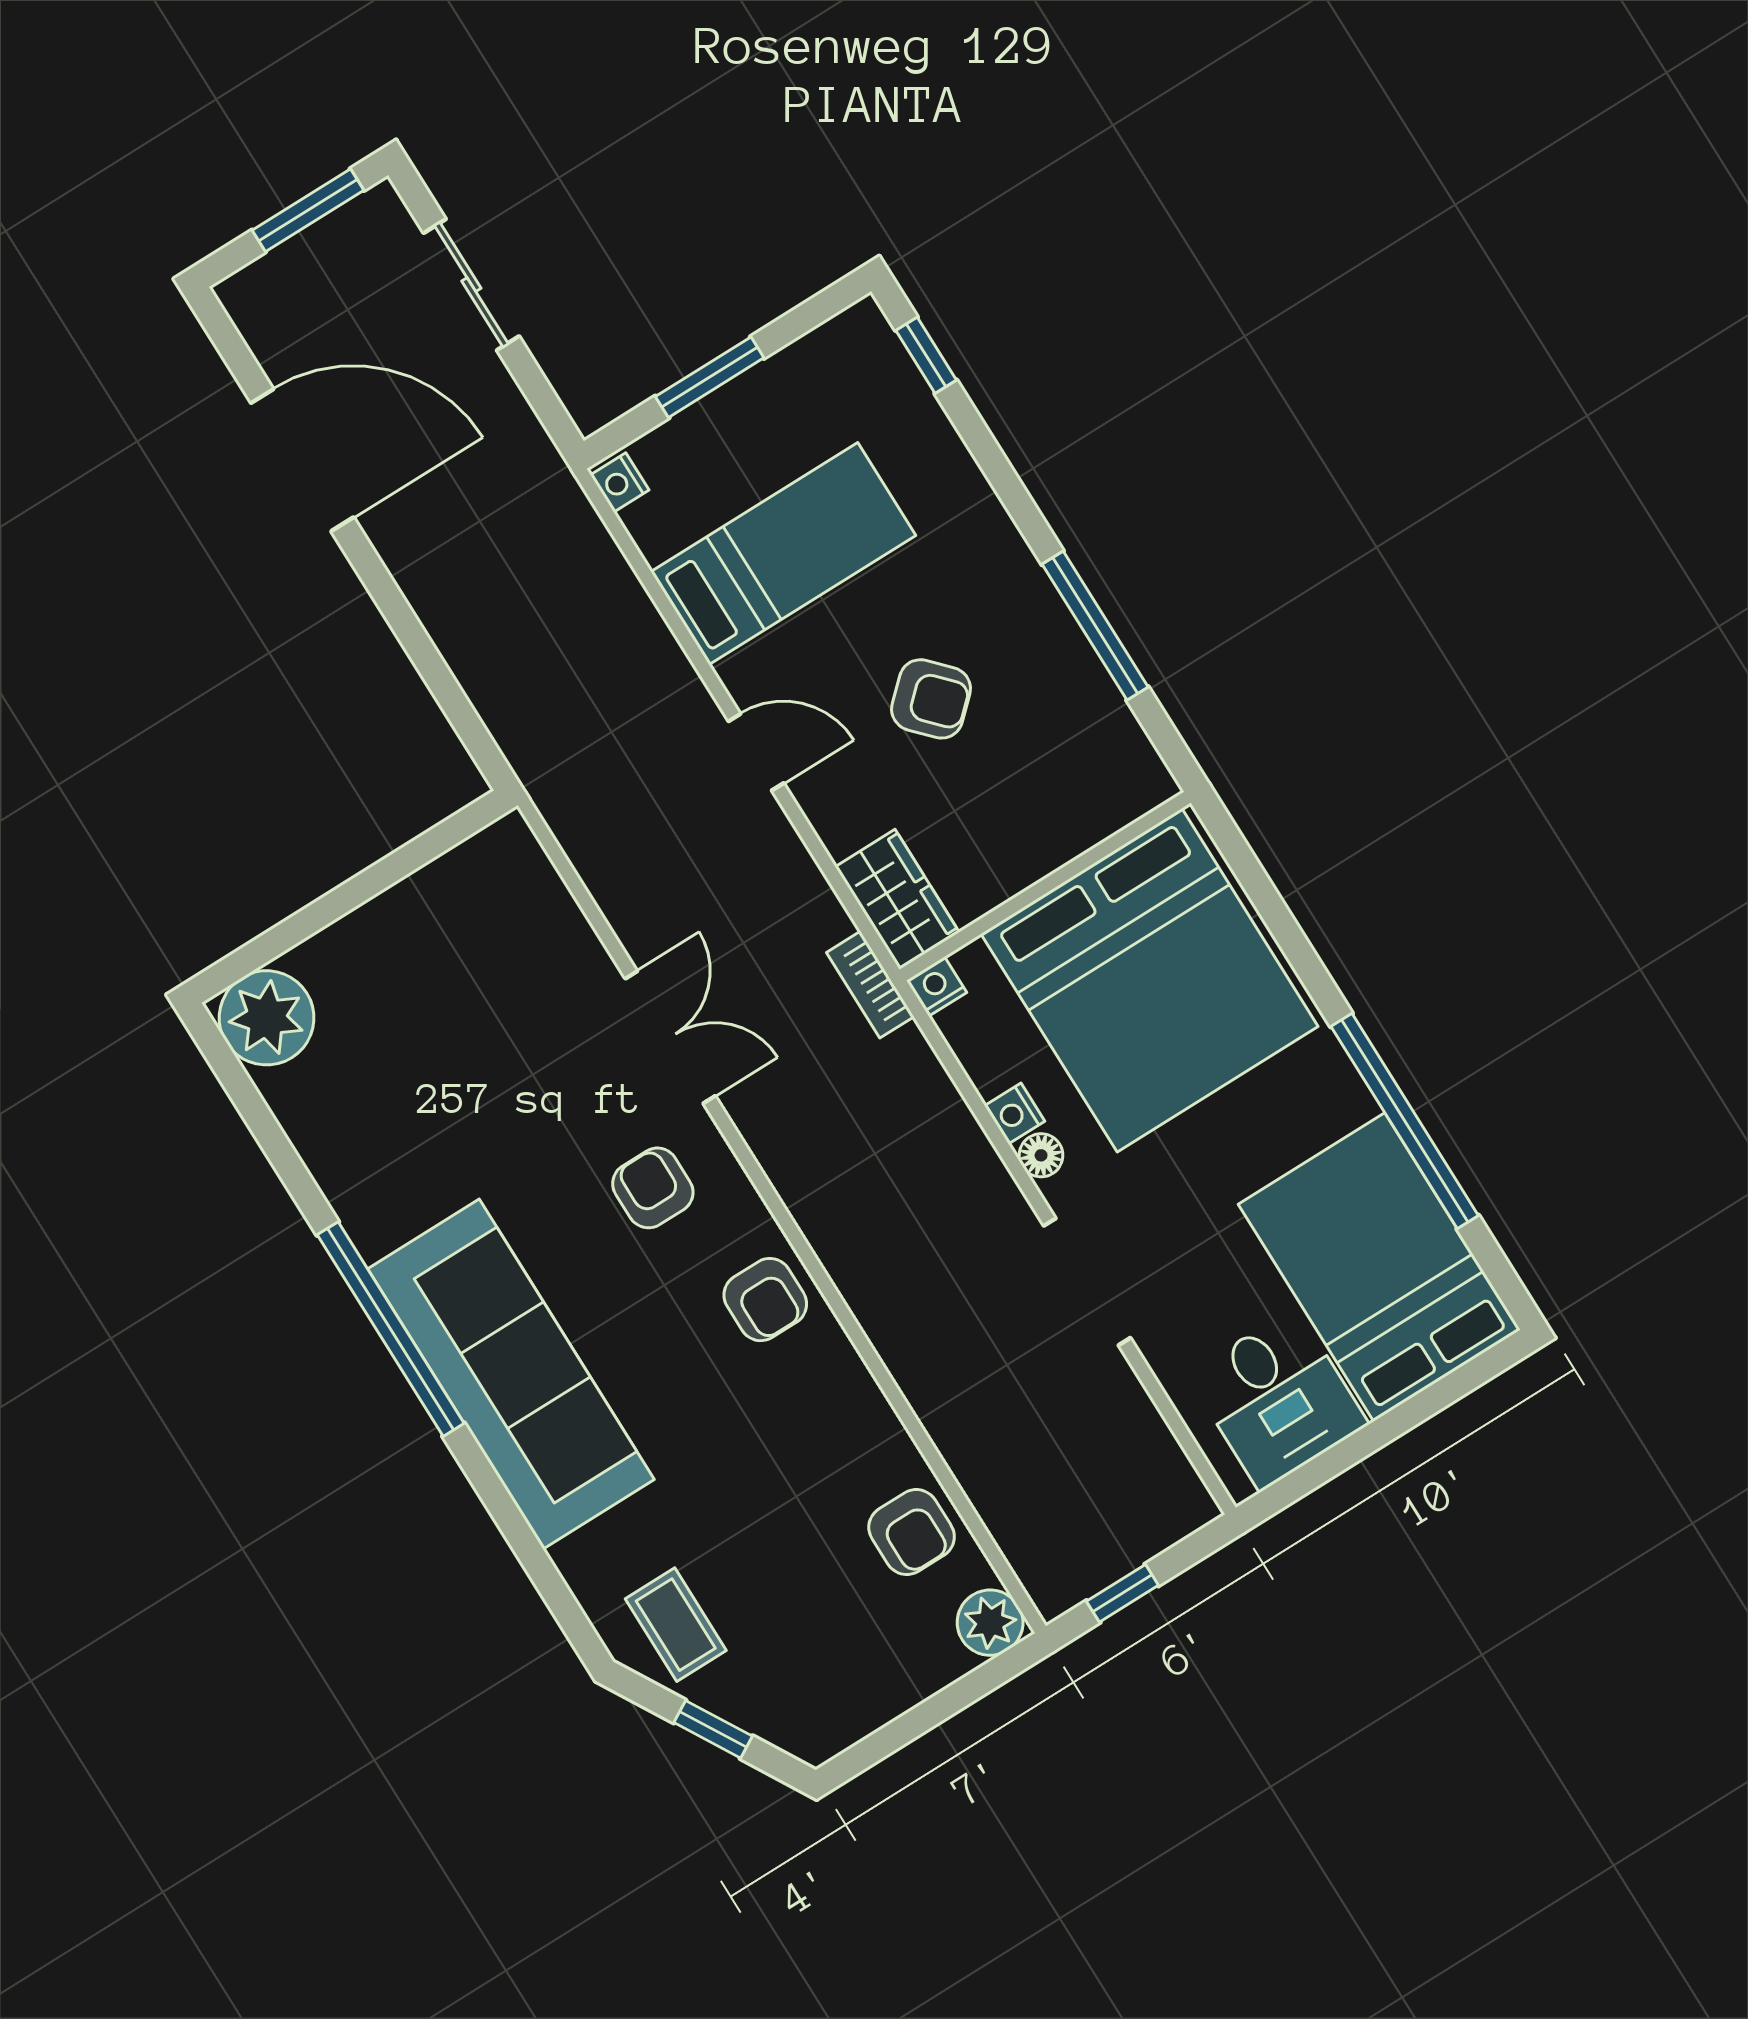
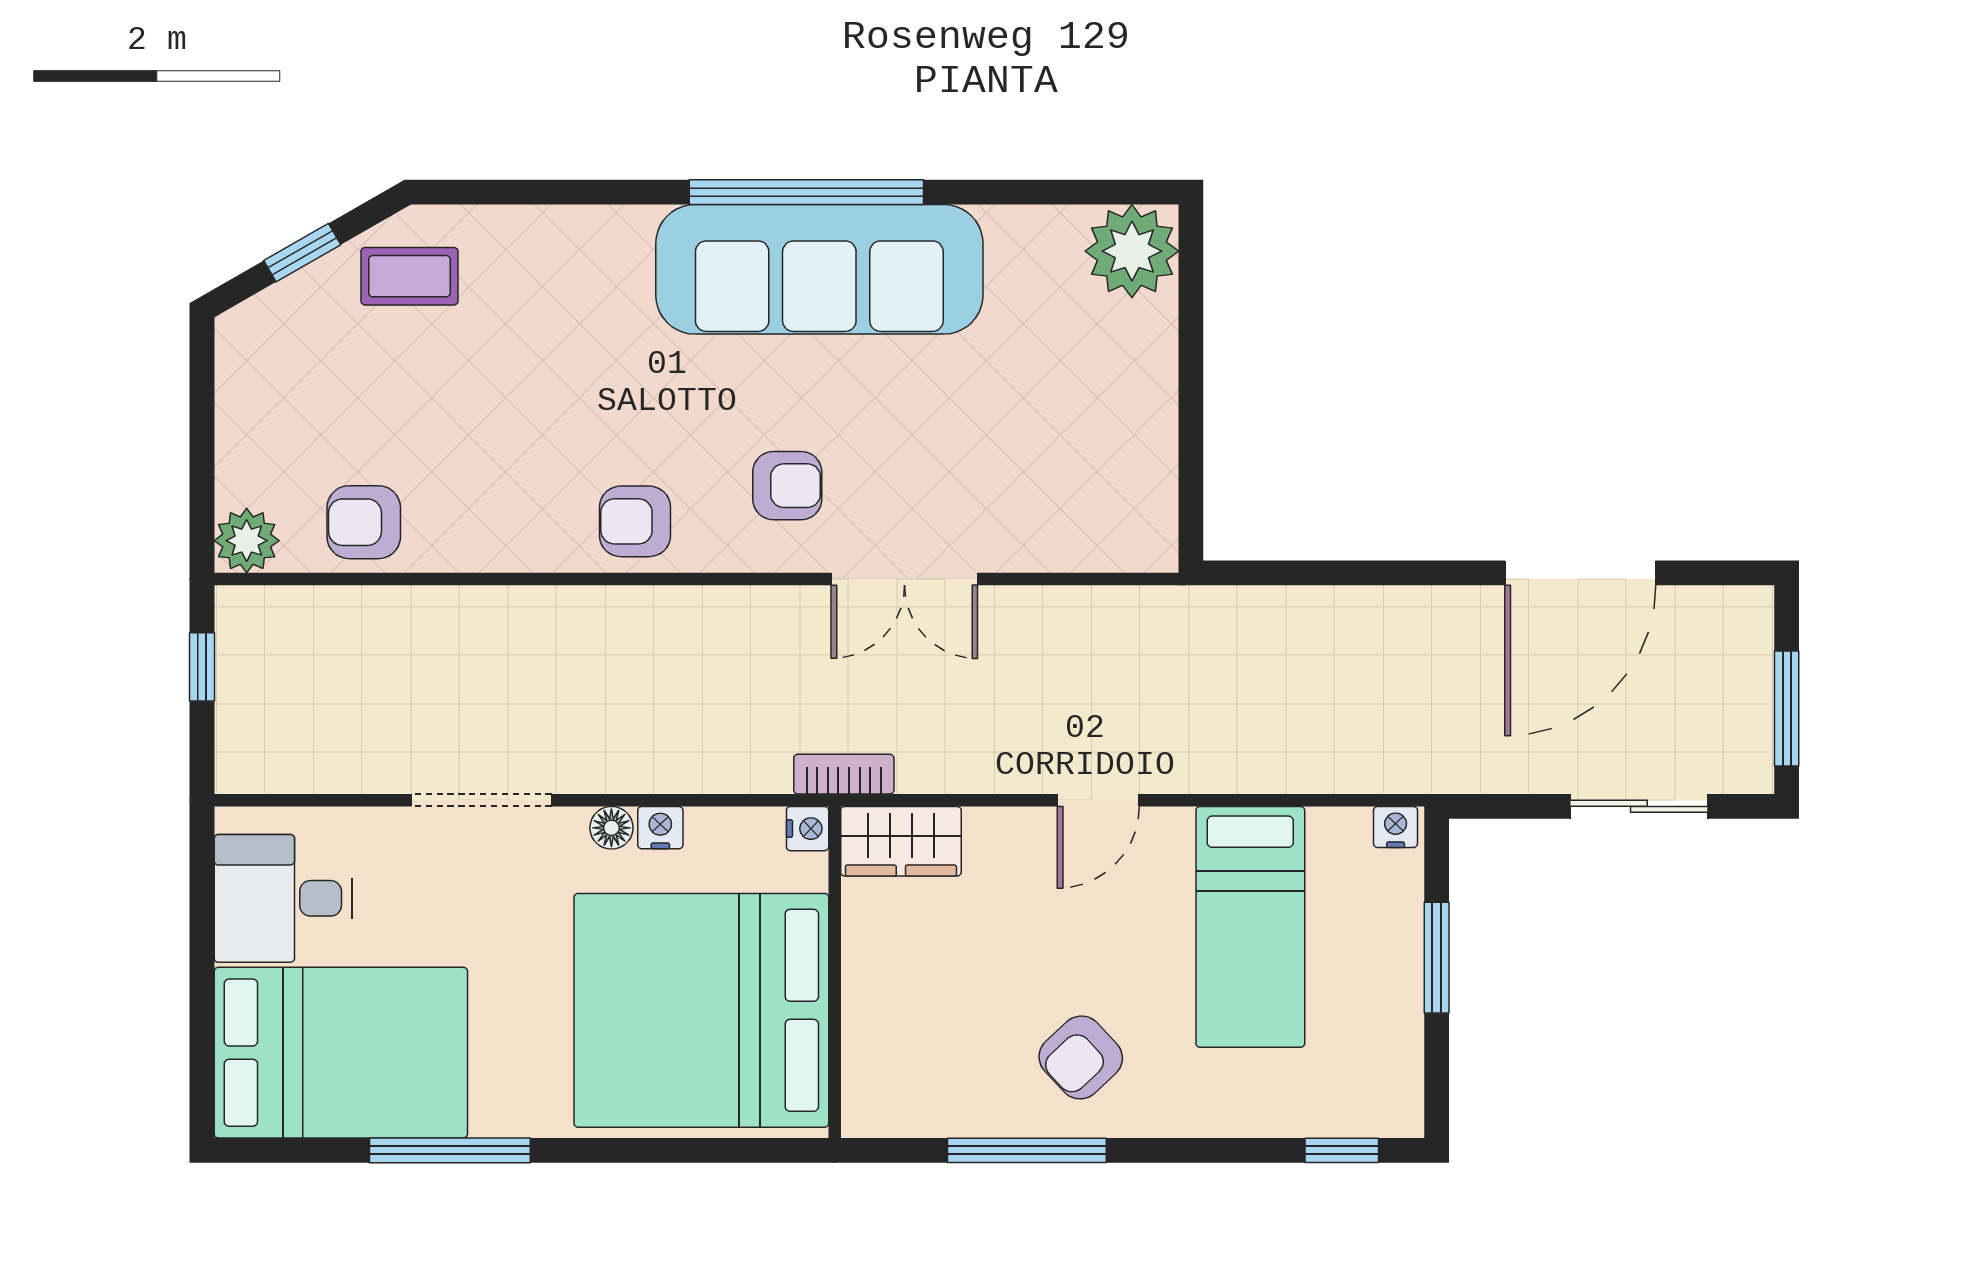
armchair: (931, 699) -> (1081, 1057), moved
window: (1405, 1121) -> (450, 1150), width x0.68
sofa: (511, 1374) -> (819, 269), moved

